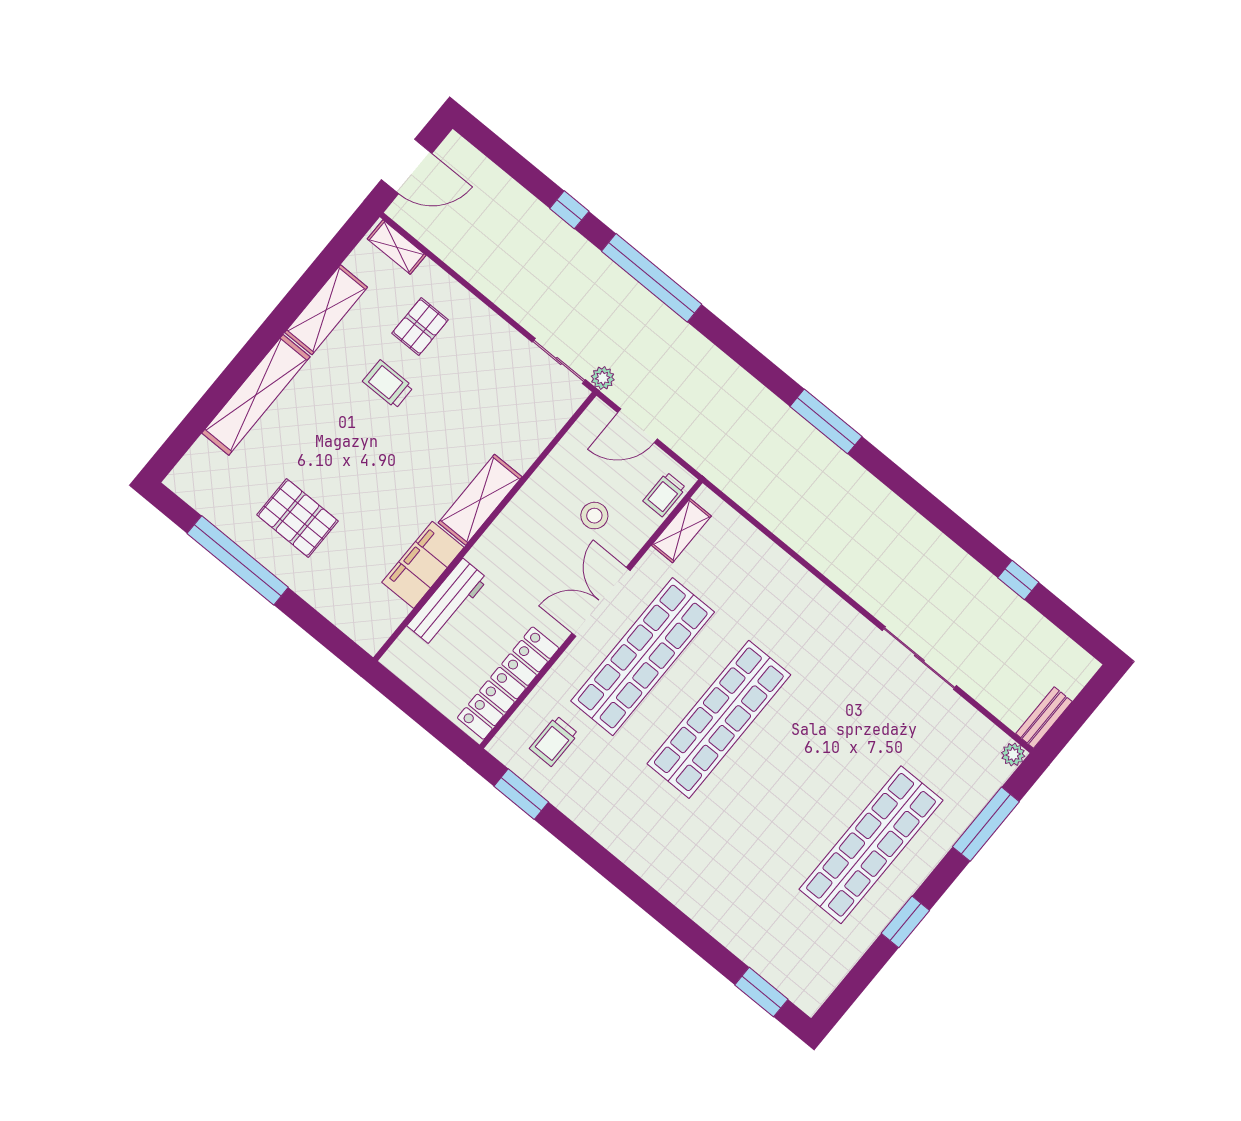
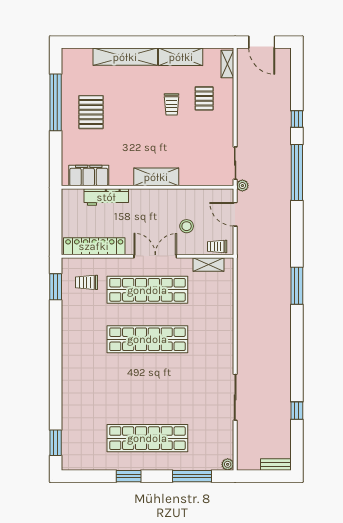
pallet: (420, 326) -> (204, 98), turned 90
trolley: (388, 384) -> (172, 104), turned 180
filing cabinet: (423, 565) -> (89, 176), moved
bench: (1044, 718) -> (276, 464), moved

